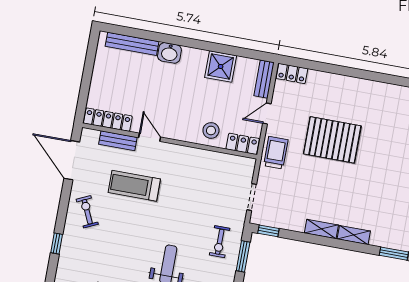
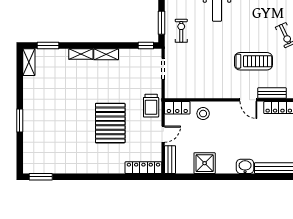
locker: (292, 73) -> (143, 168), width x1.53
pallet: (332, 140) -> (110, 123), turned 90

